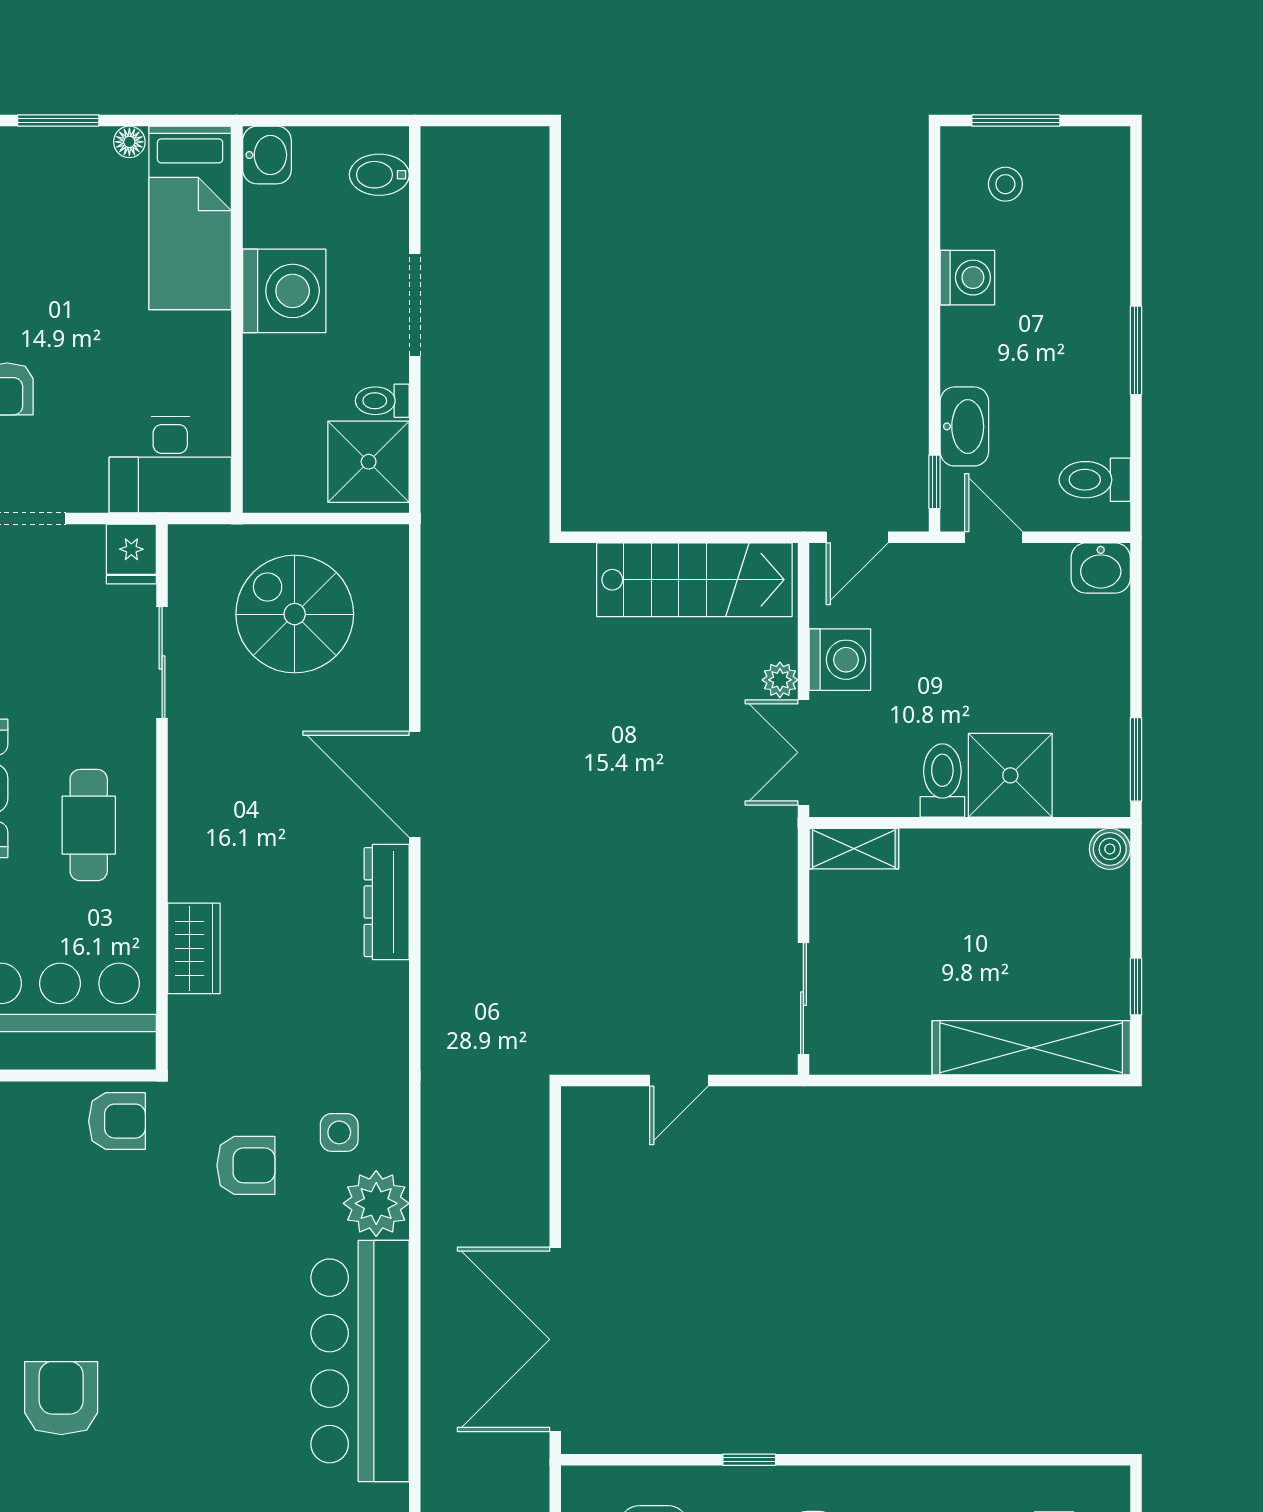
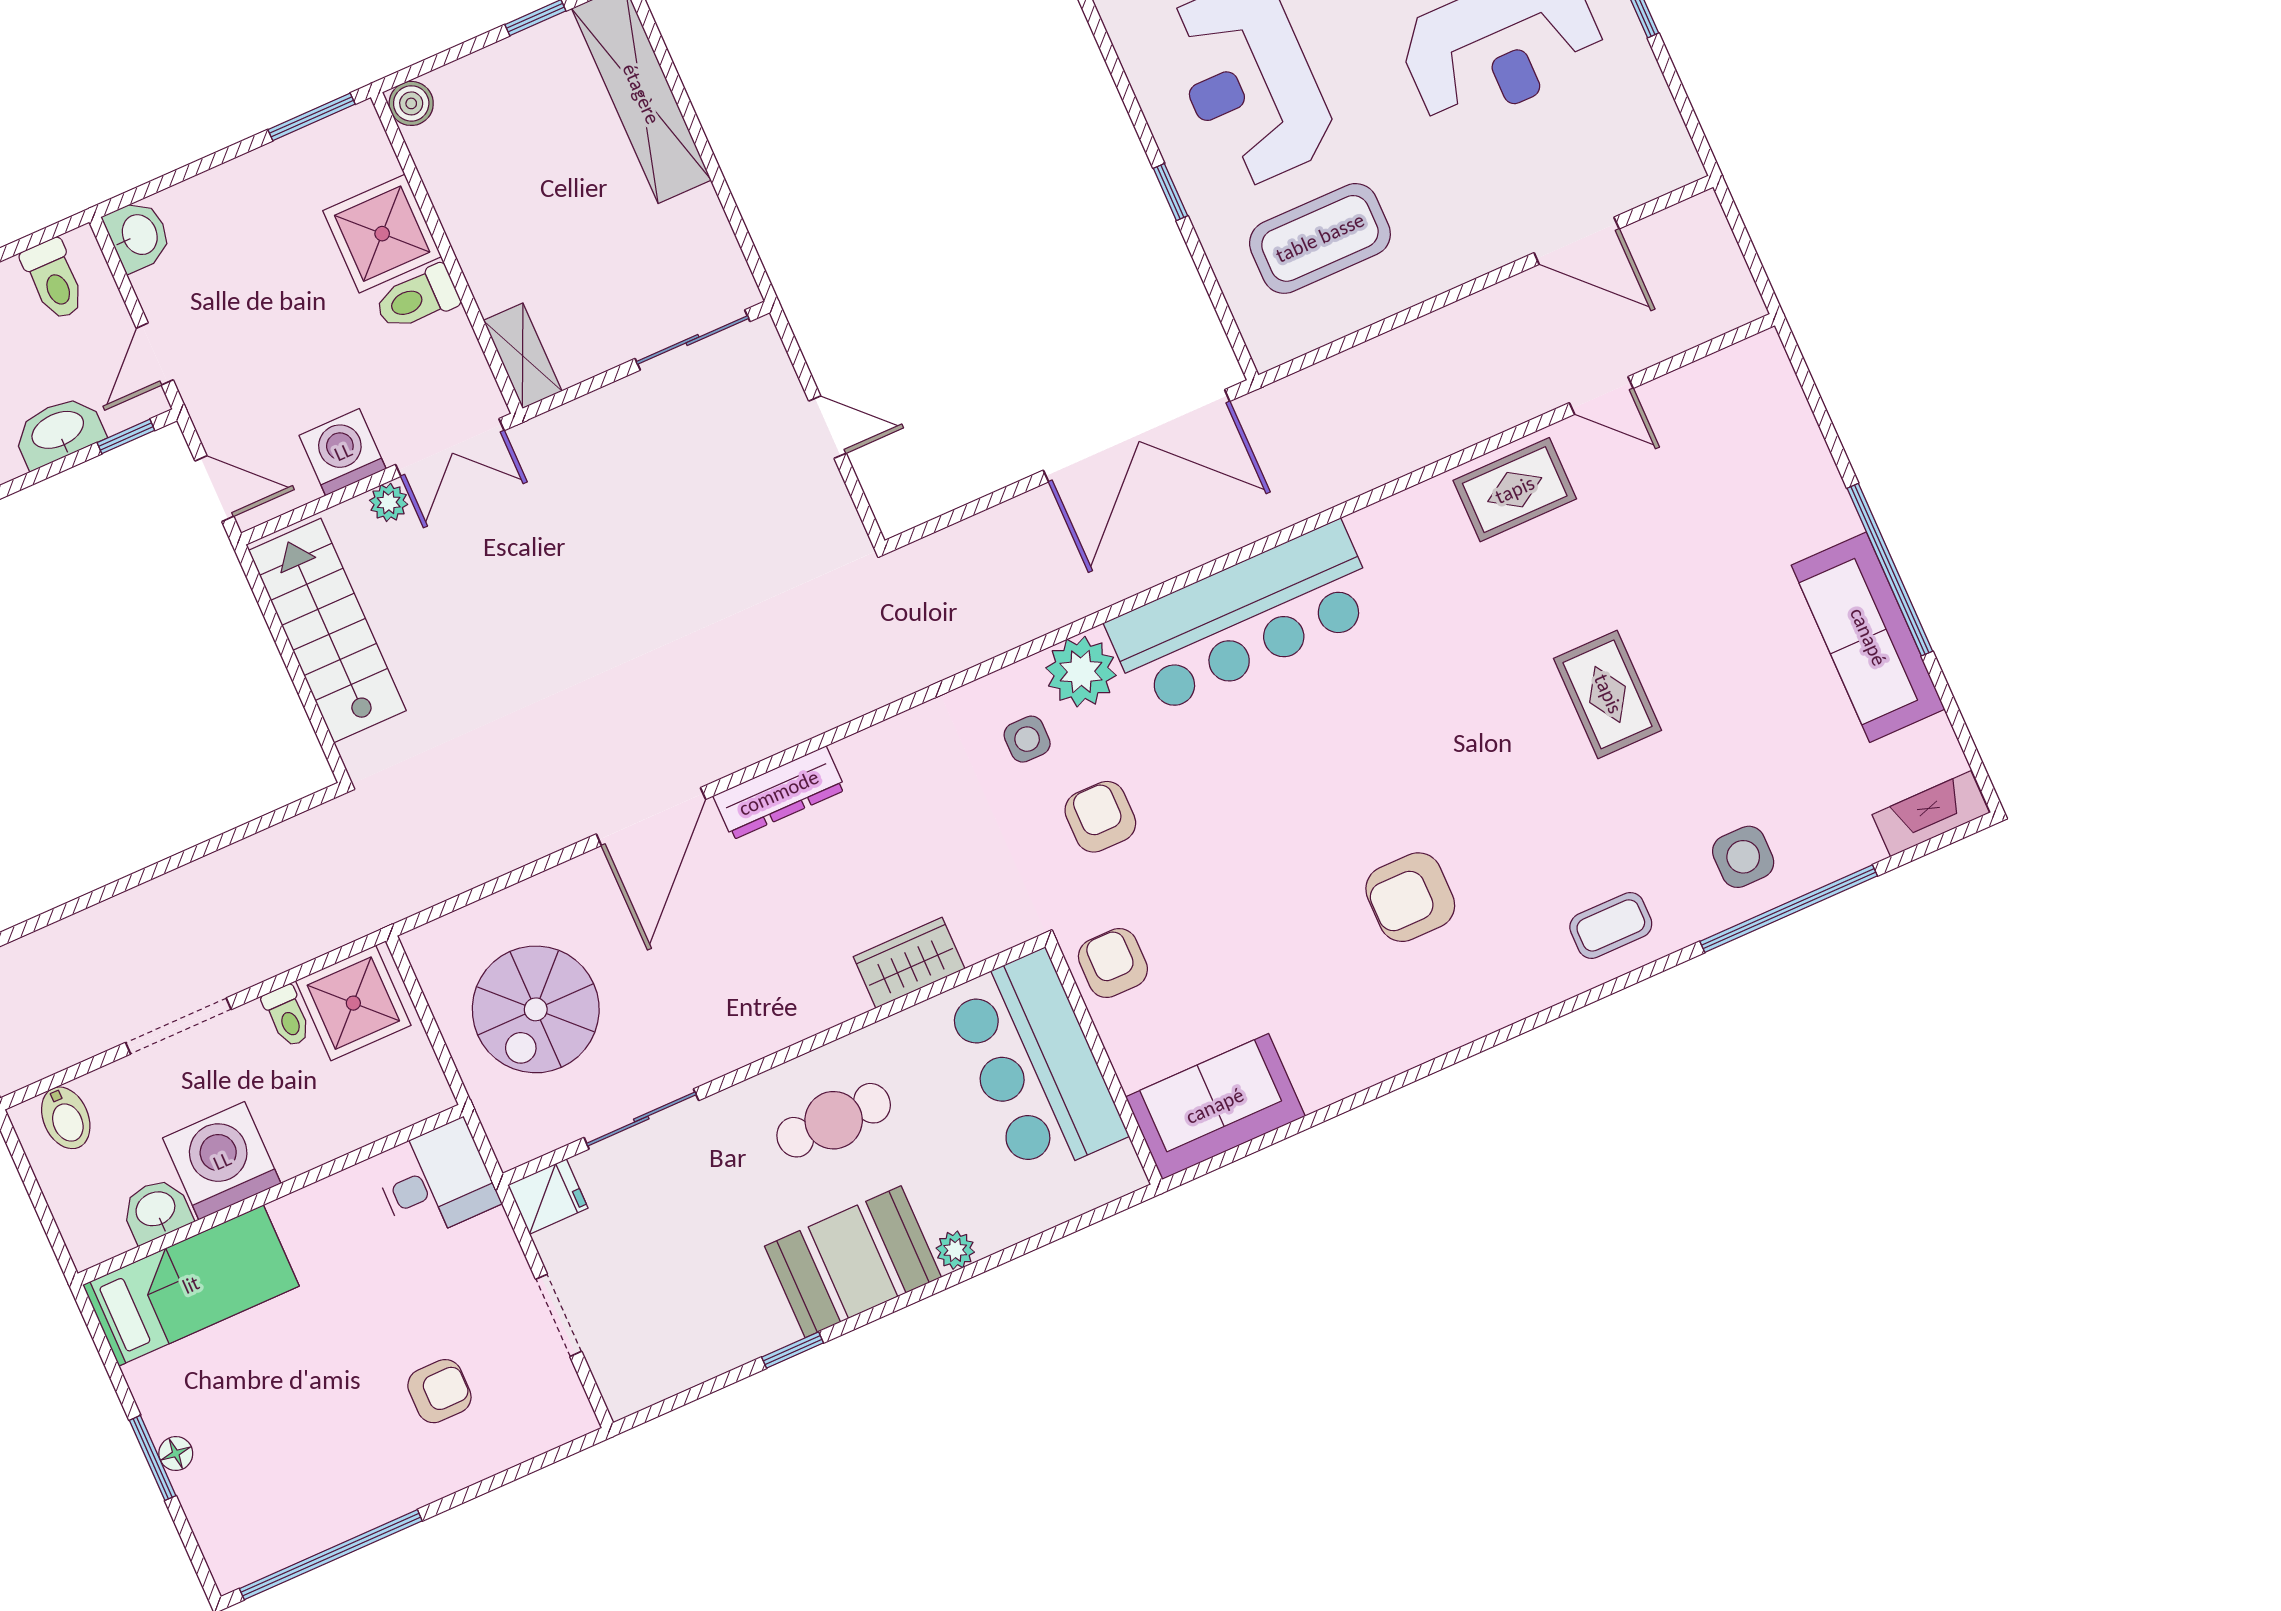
floor lamp: (129, 142) -> (176, 1454), moved
washbasin: (267, 155) -> (156, 1210), moved
desk: (170, 465) -> (436, 1181), width x0.73

